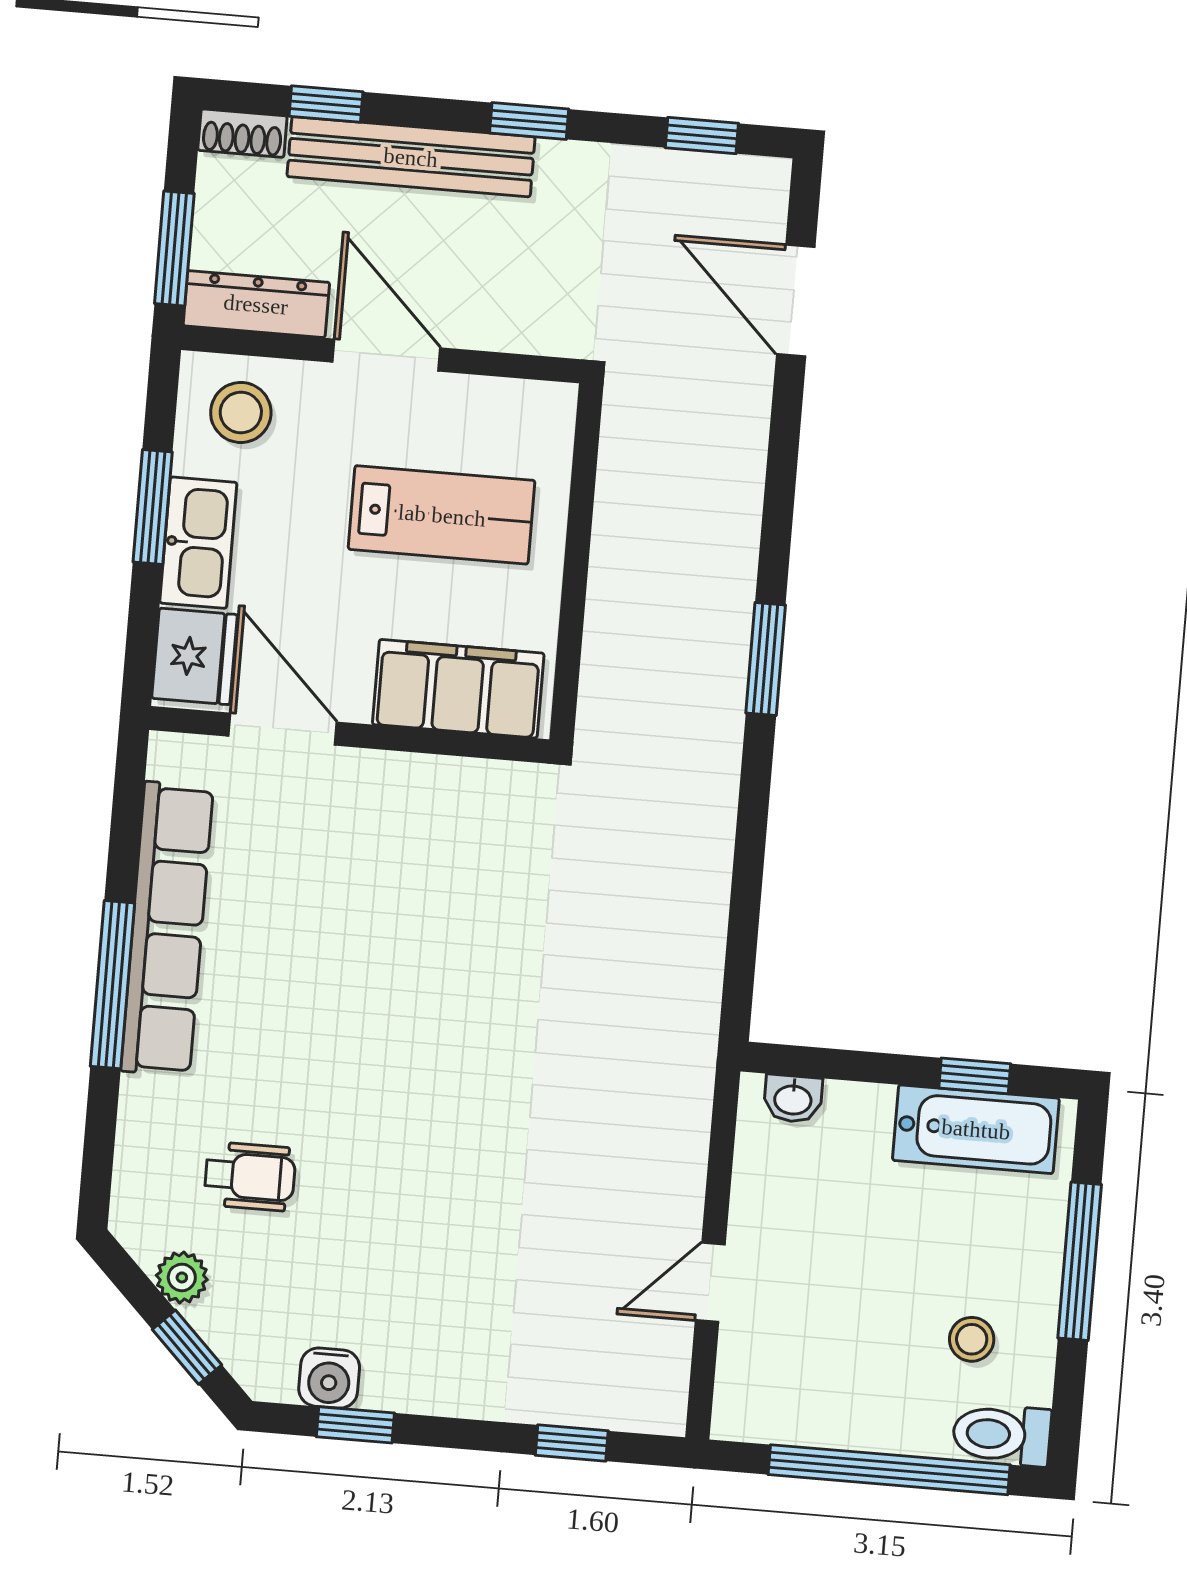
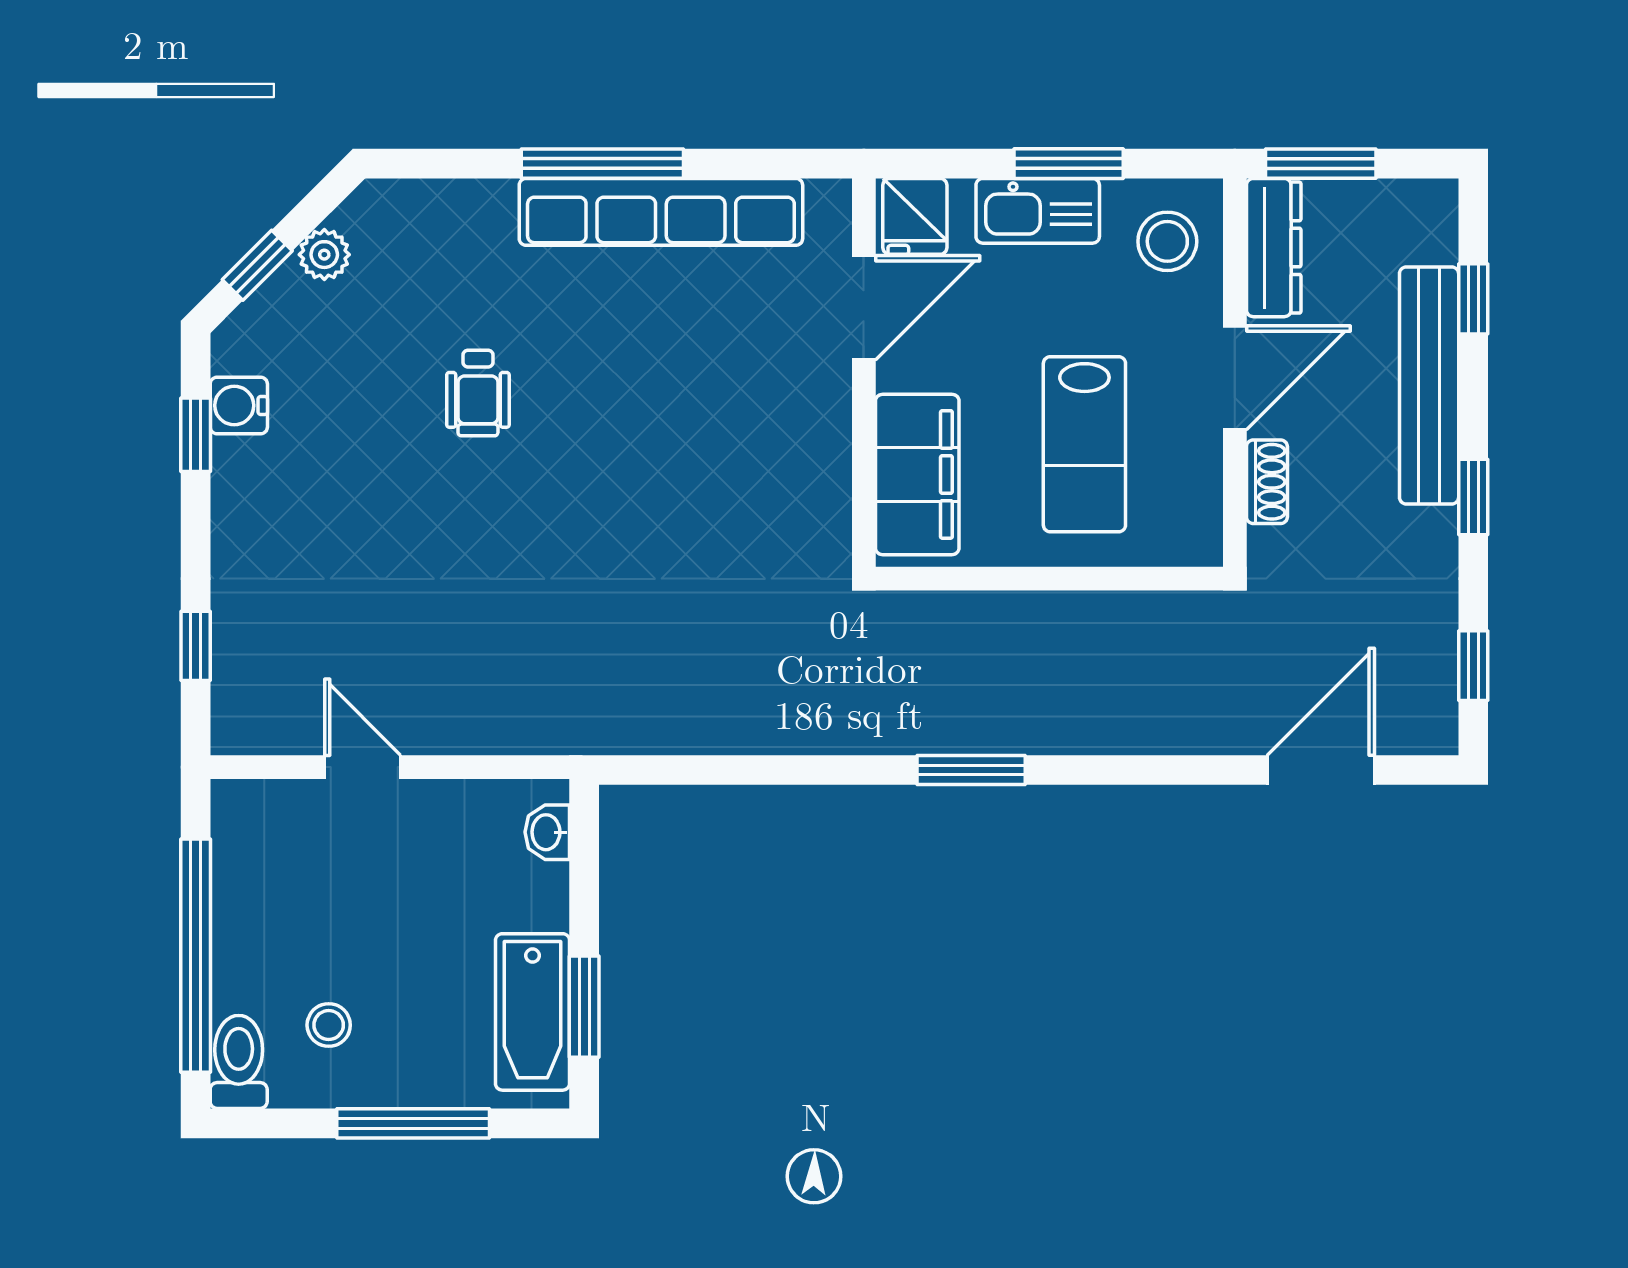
shoe rack: (242, 133) -> (1267, 482), moved, turned 180
fridge: (195, 656) -> (915, 216), width x0.72
window: (975, 1076) -> (584, 1007), width x1.50
wheelchair: (250, 1176) -> (478, 393), moved

